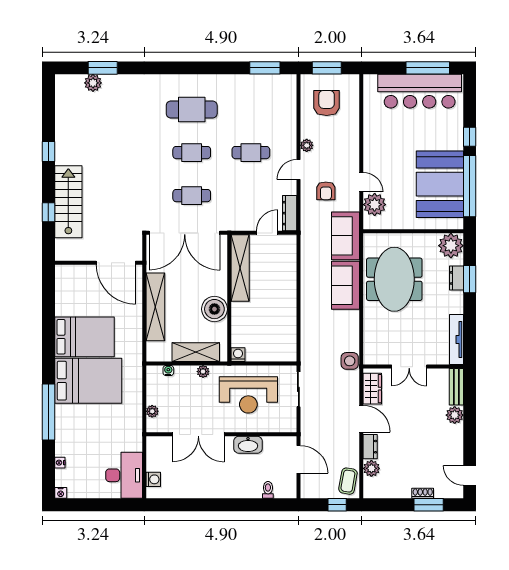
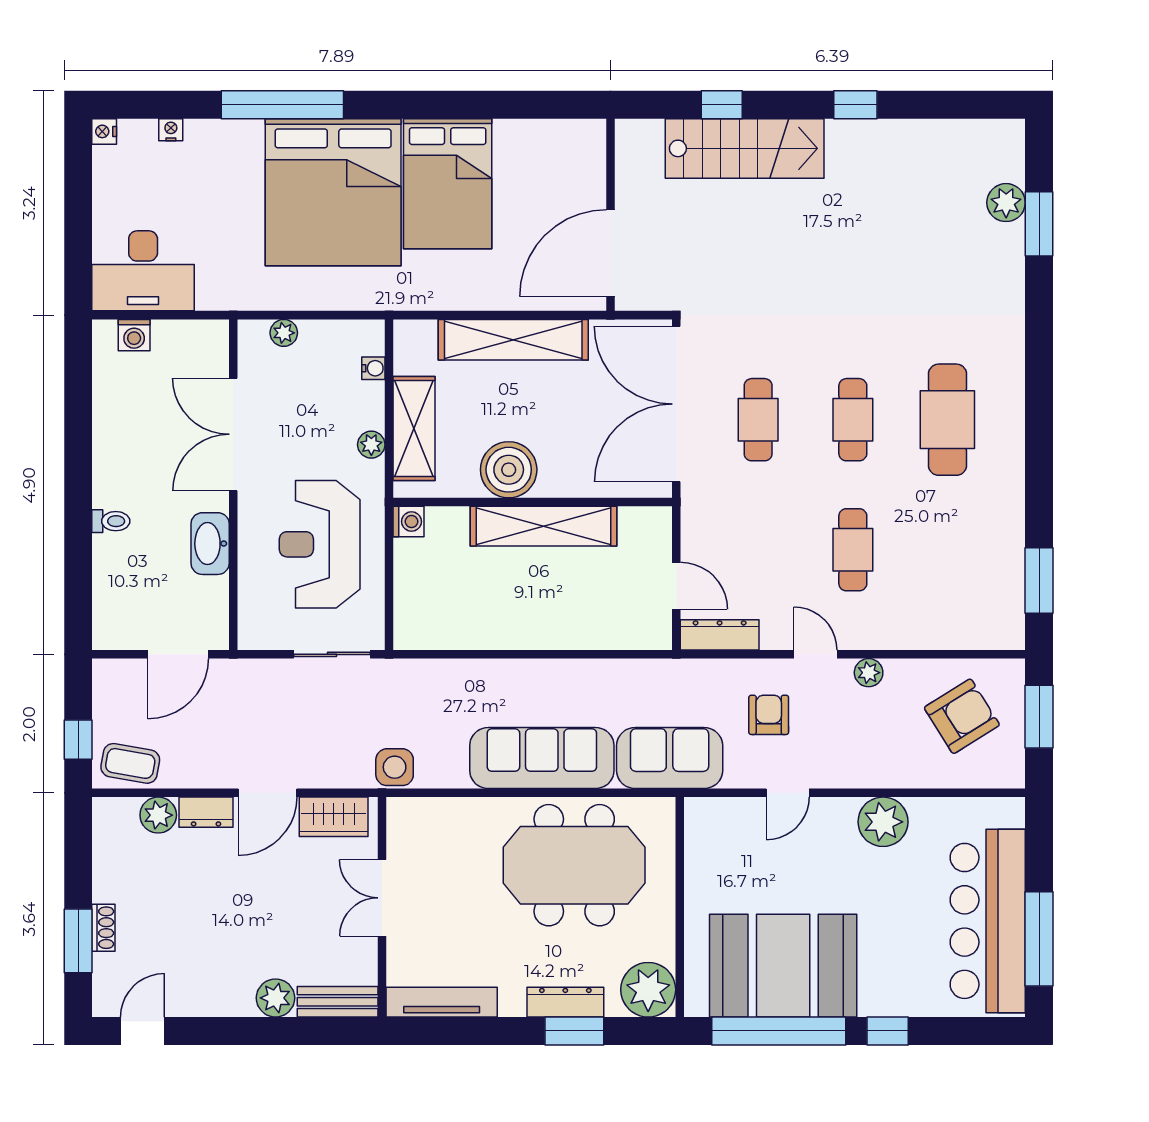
armchair: (327, 103) -> (962, 716), turned -32
armchair: (326, 191) -> (769, 715), turned 90
plant: (375, 205) -> (883, 822), moved
shelving: (240, 268) -> (543, 526), moved
dresser: (457, 278) -> (565, 1002), width x1.44
sofa: (346, 285) -> (542, 758), width x1.36
bed: (88, 381) -> (333, 192), width x1.36
toilet: (268, 490) -> (111, 521), moved

